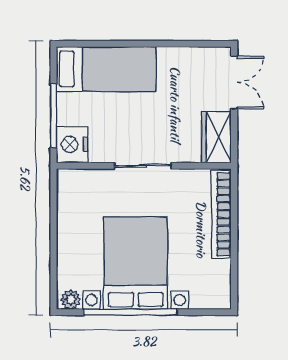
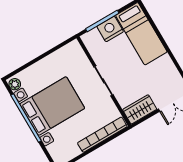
nightstand: (72, 144) -> (110, 29), moved

